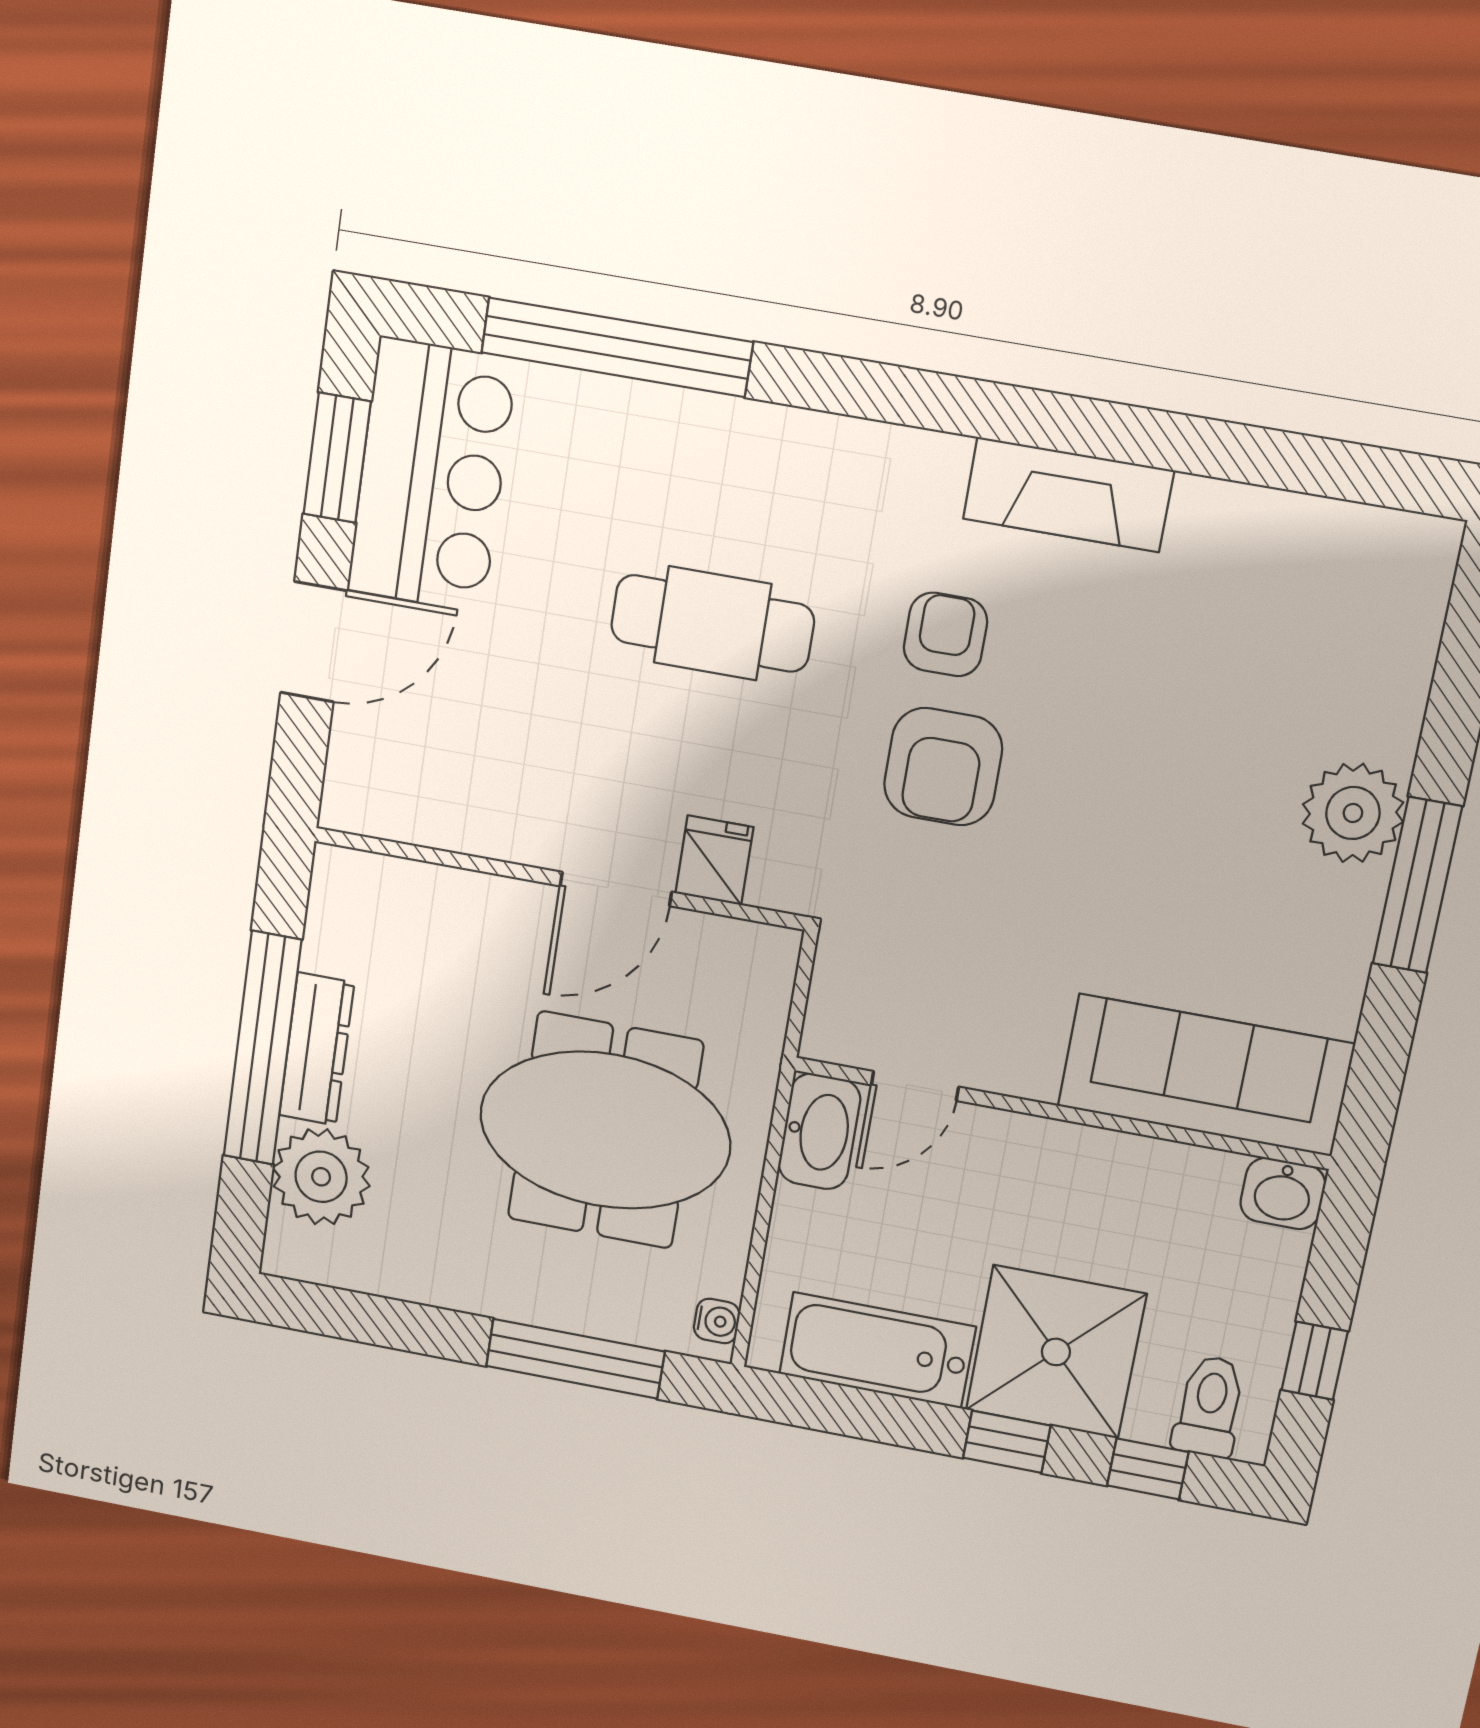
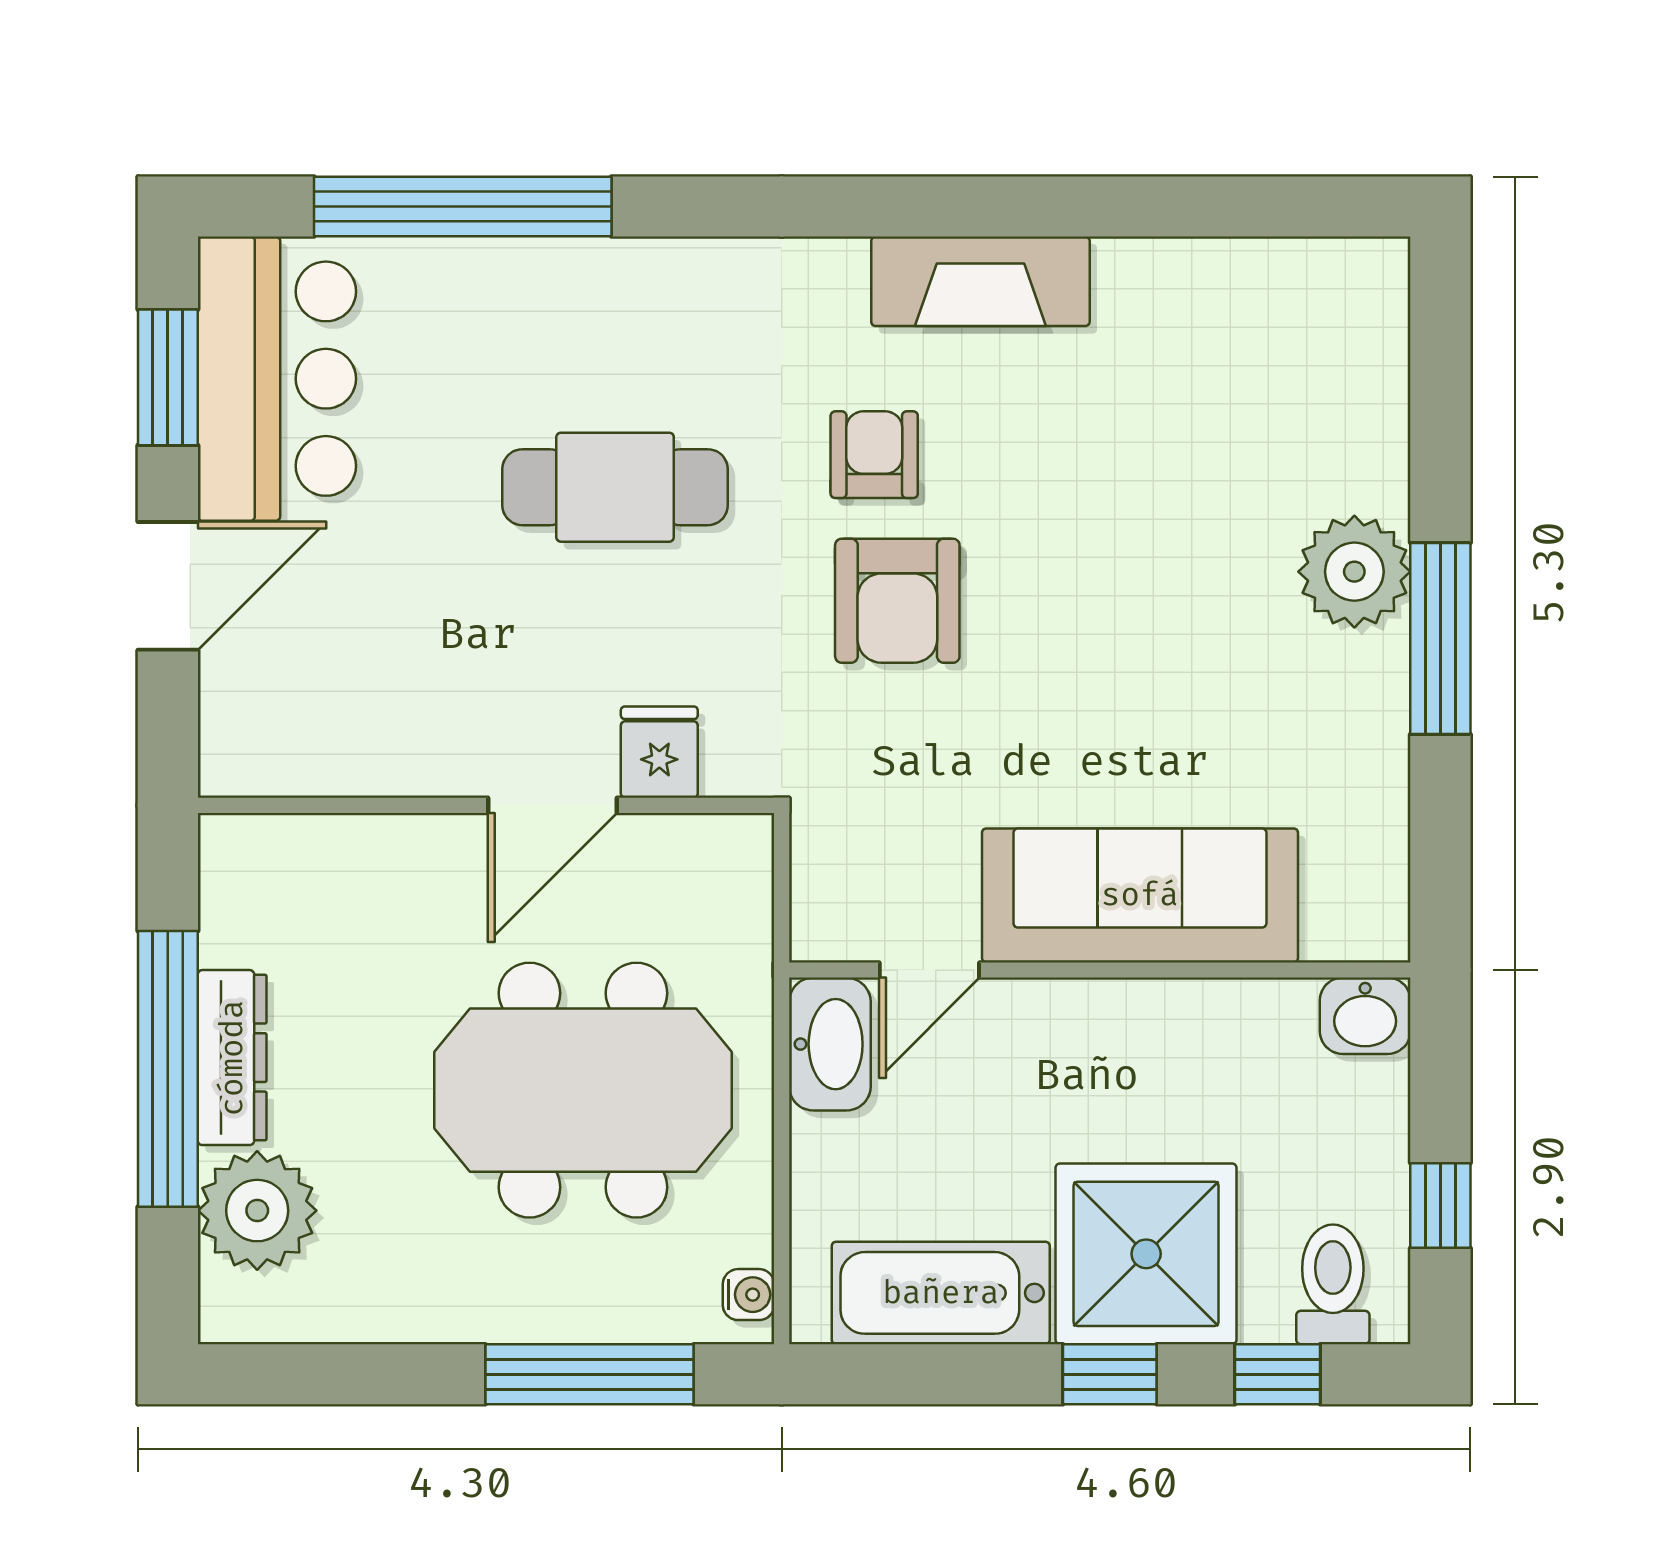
sofa: (1206, 1075) -> (1140, 895), moved

